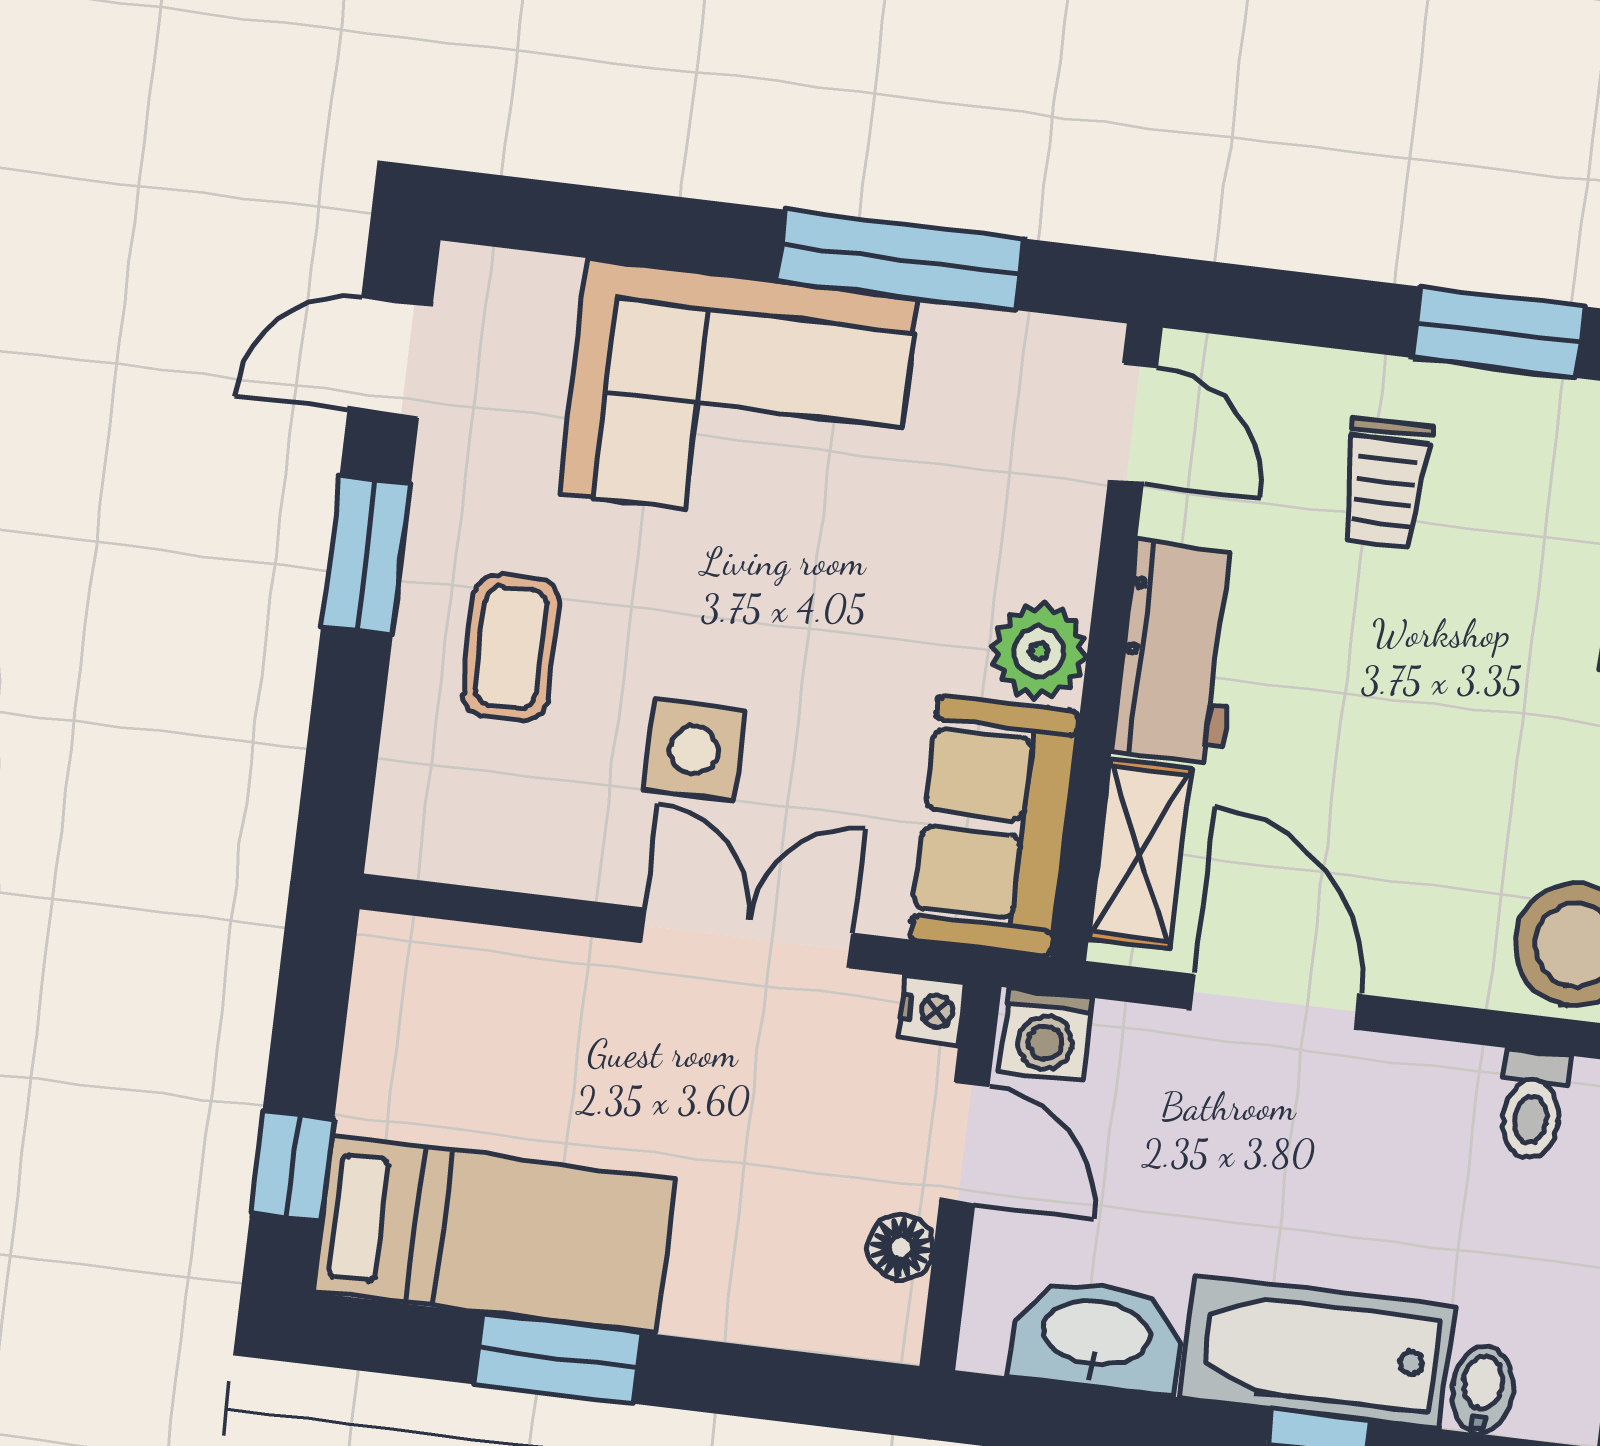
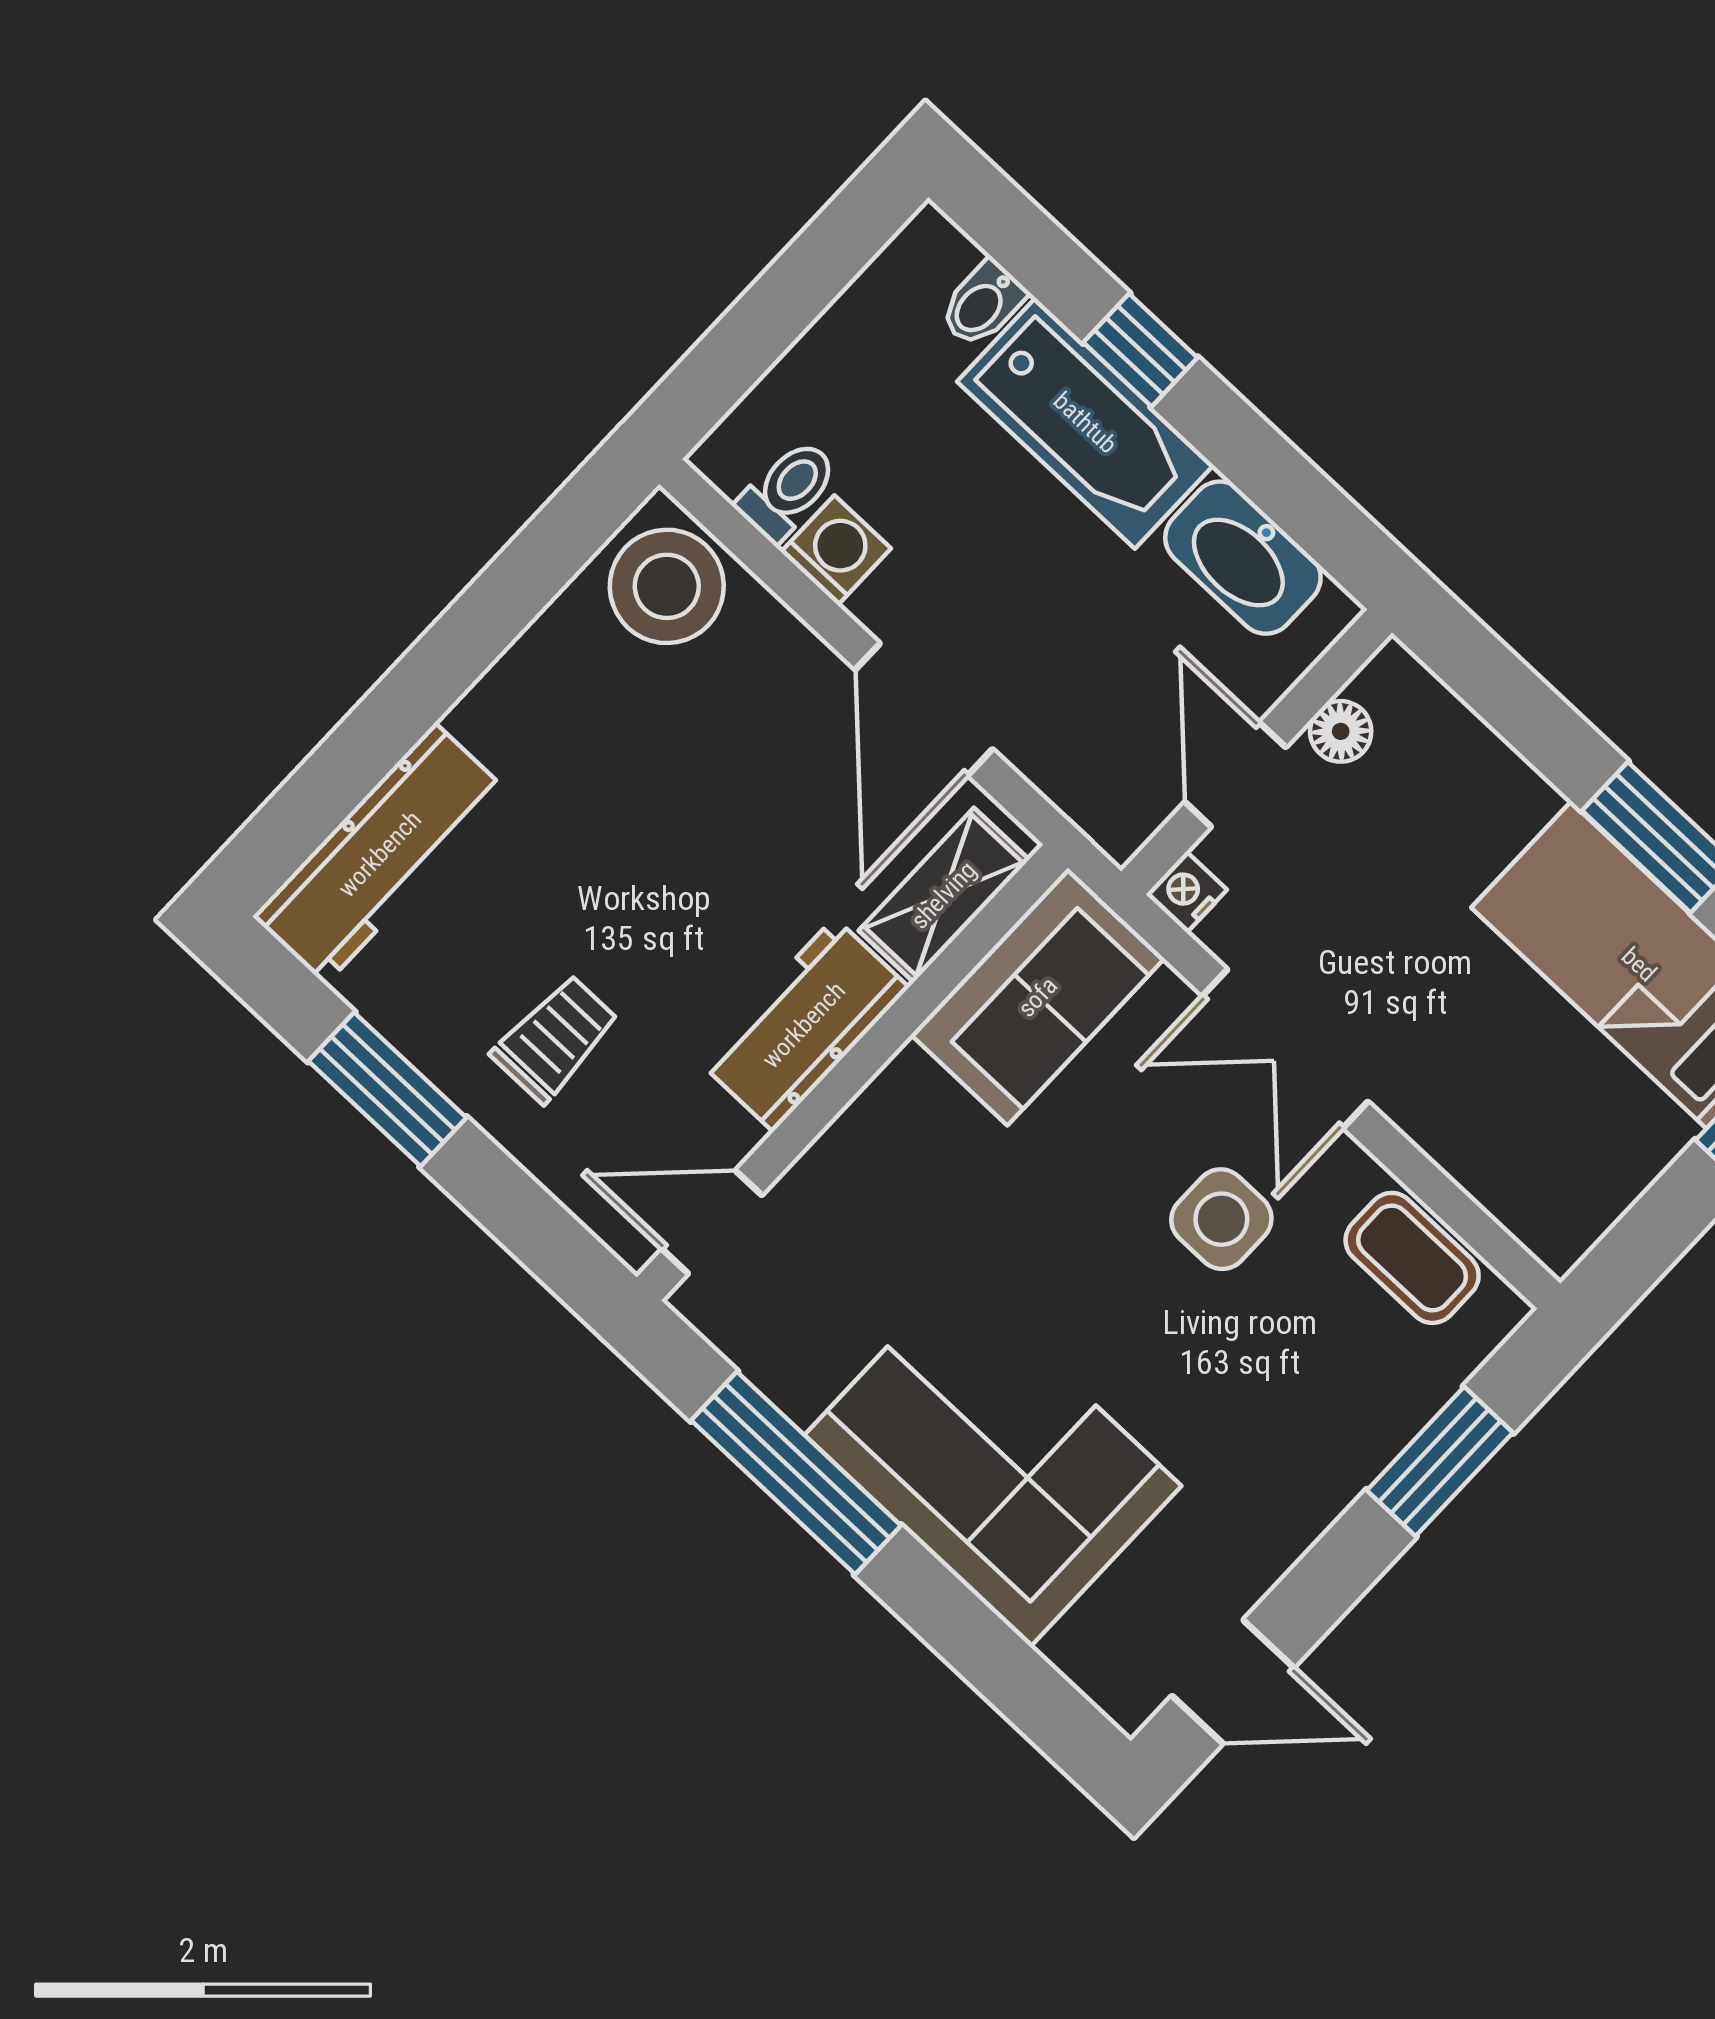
door: (1133, 424) -> (712, 1222), hinge flipped
window: (366, 556) -> (1440, 1461), moved
coffee table: (511, 647) -> (1412, 1258), moved, turned 90
plant: (1039, 651) -> (908, 1103), removed
washing machine: (1046, 1034) -> (836, 550), moved

